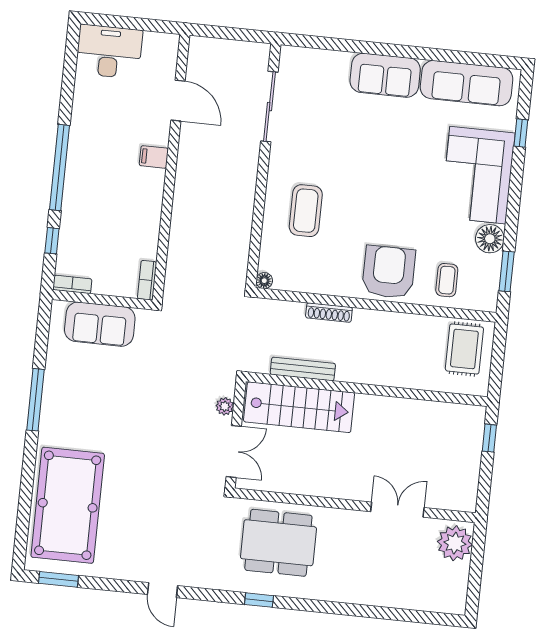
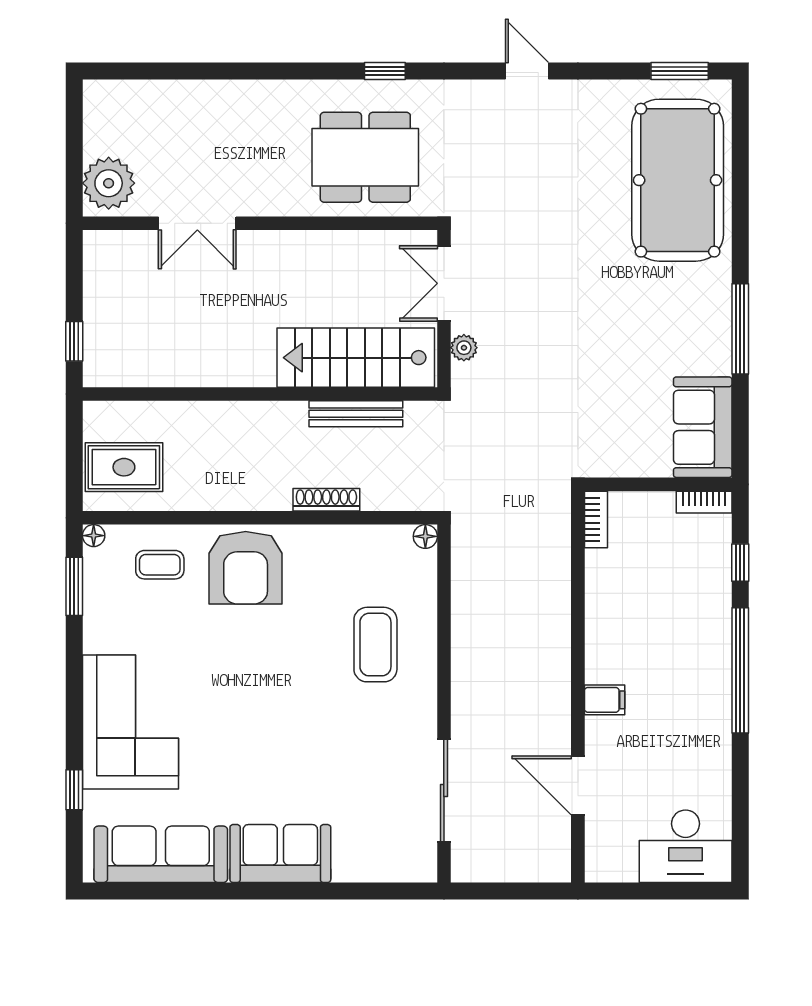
floor lamp: (490, 239) -> (94, 536), moved, width x0.53, depth x0.53
coffee table: (447, 280) -> (160, 565), turned 90
sofa: (100, 324) -> (703, 427), moved, turned -90
rug: (464, 349) -> (124, 467), turned 90

